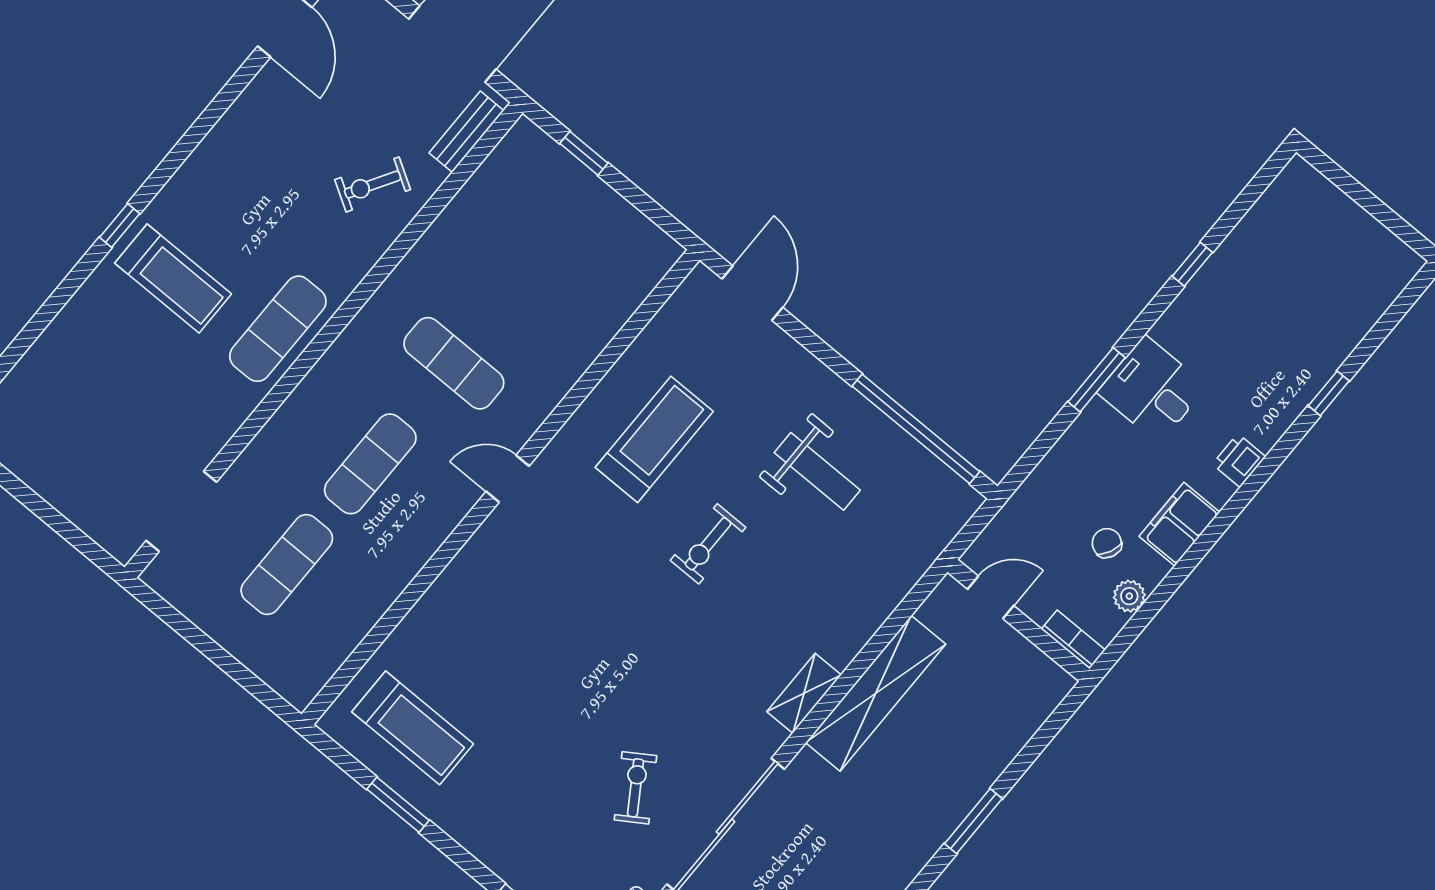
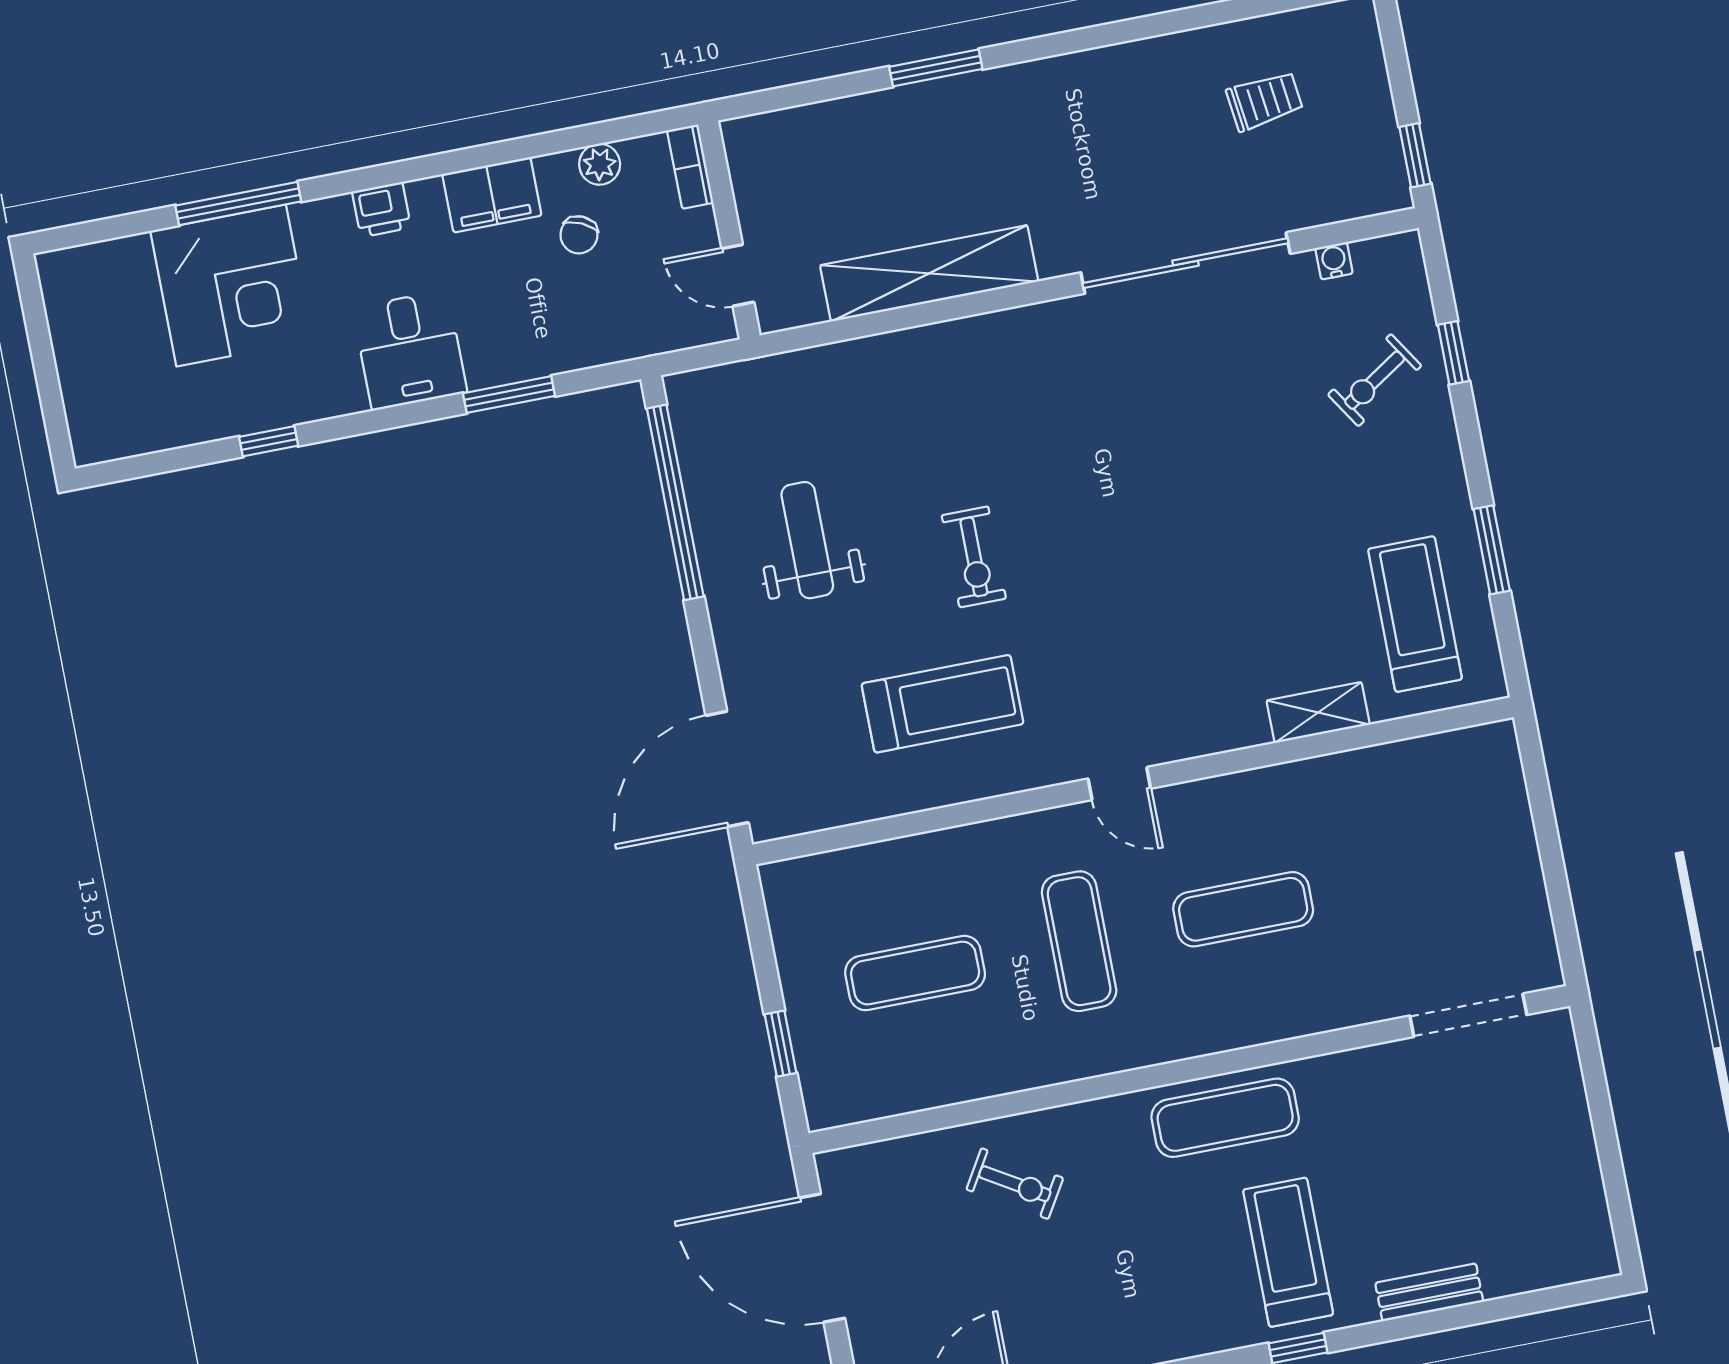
bench: (466, 132) -> (1429, 1292), moved
door: (752, 293) -> (727, 769), width x1.36
corner desk: (1292, 340) -> (231, 285), added
window: (1097, 380) -> (509, 395), moved
window: (1329, 393) -> (238, 203), width x2.17
treadmill: (654, 439) -> (943, 704), turned 180
exercise bike: (708, 544) -> (974, 557), turned 90
exercise mat: (287, 565) -> (915, 973), moved
shelving: (804, 693) -> (1318, 713), moved
exercise bike: (635, 788) -> (1375, 380), moved

